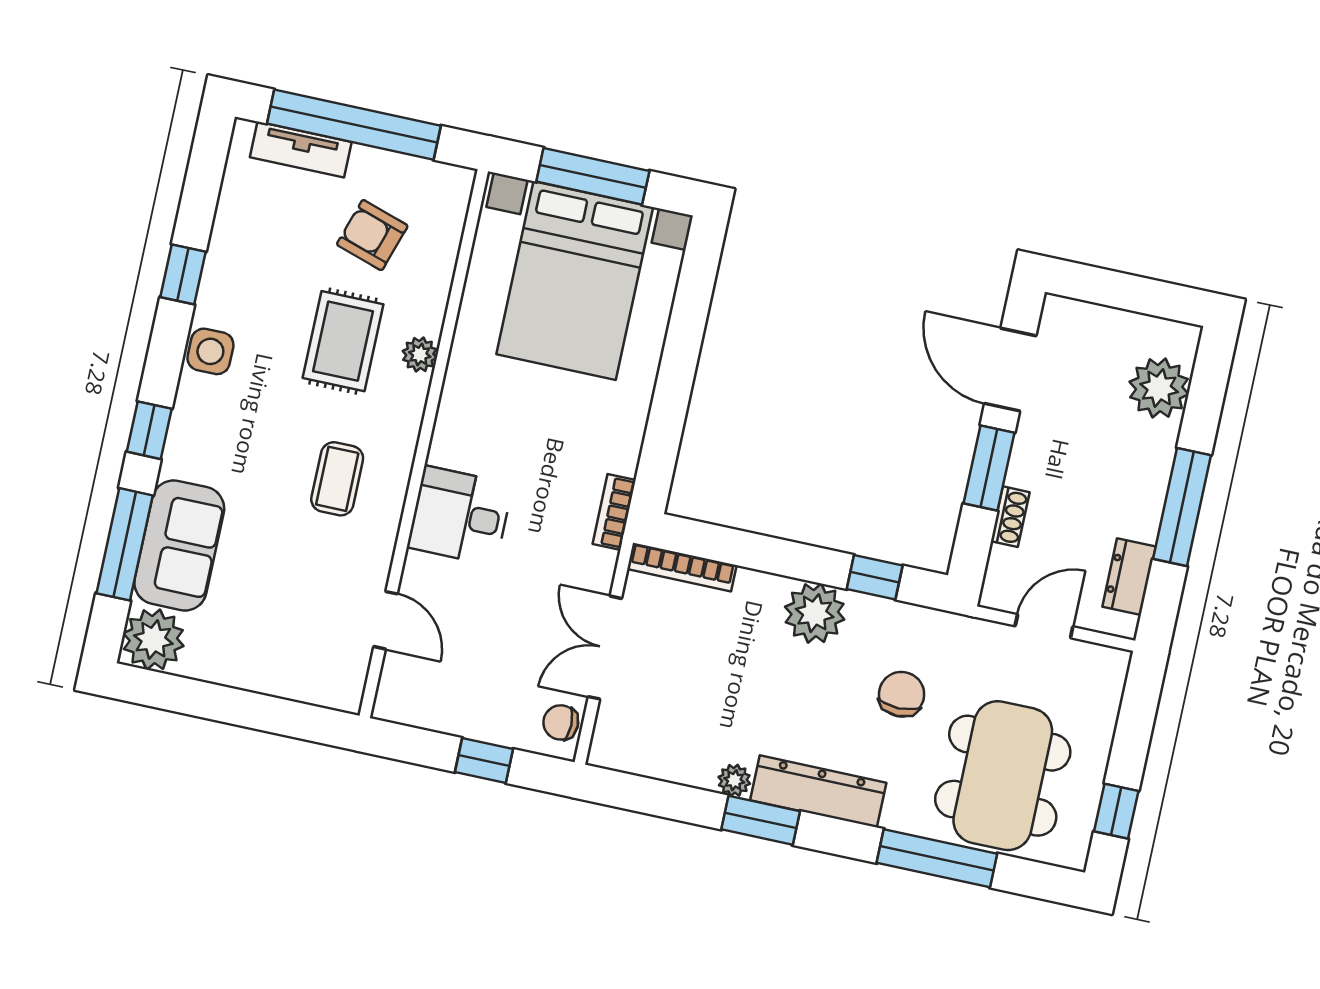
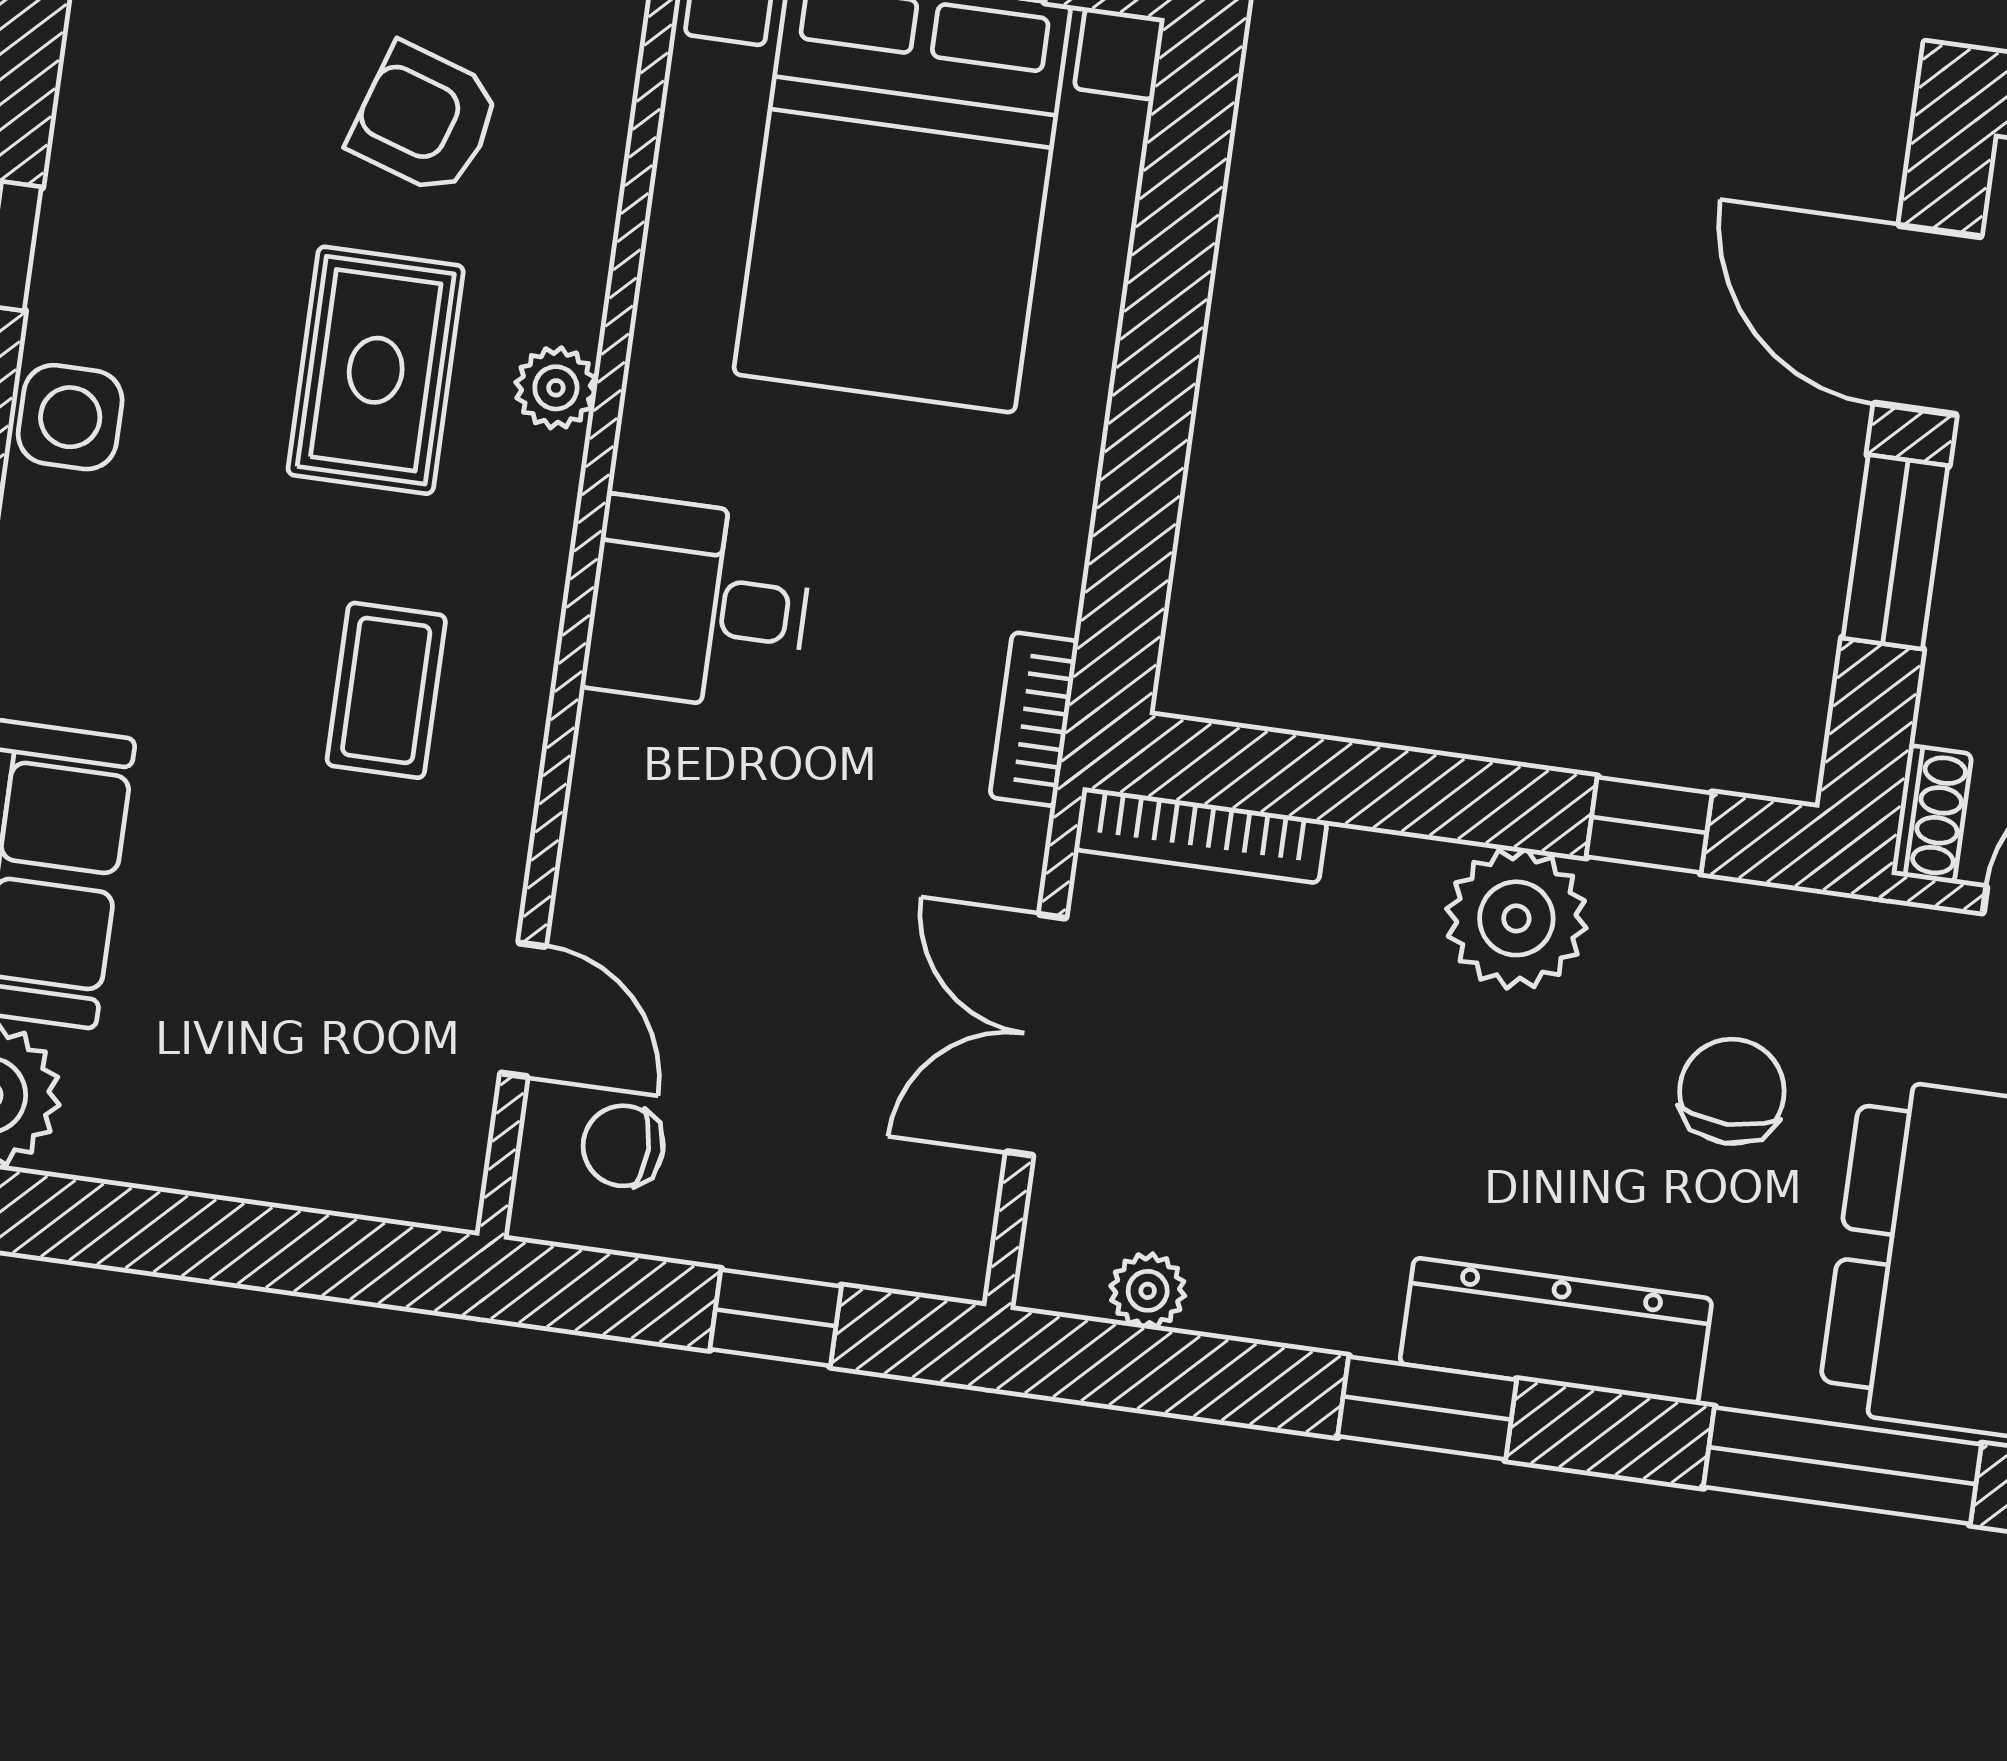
desk: (460, 516) -> (698, 604), moved
shoe rack: (1010, 517) -> (1932, 814), moved
chair: (561, 722) -> (623, 1146), moved
plant: (734, 780) -> (1148, 1291), moved

